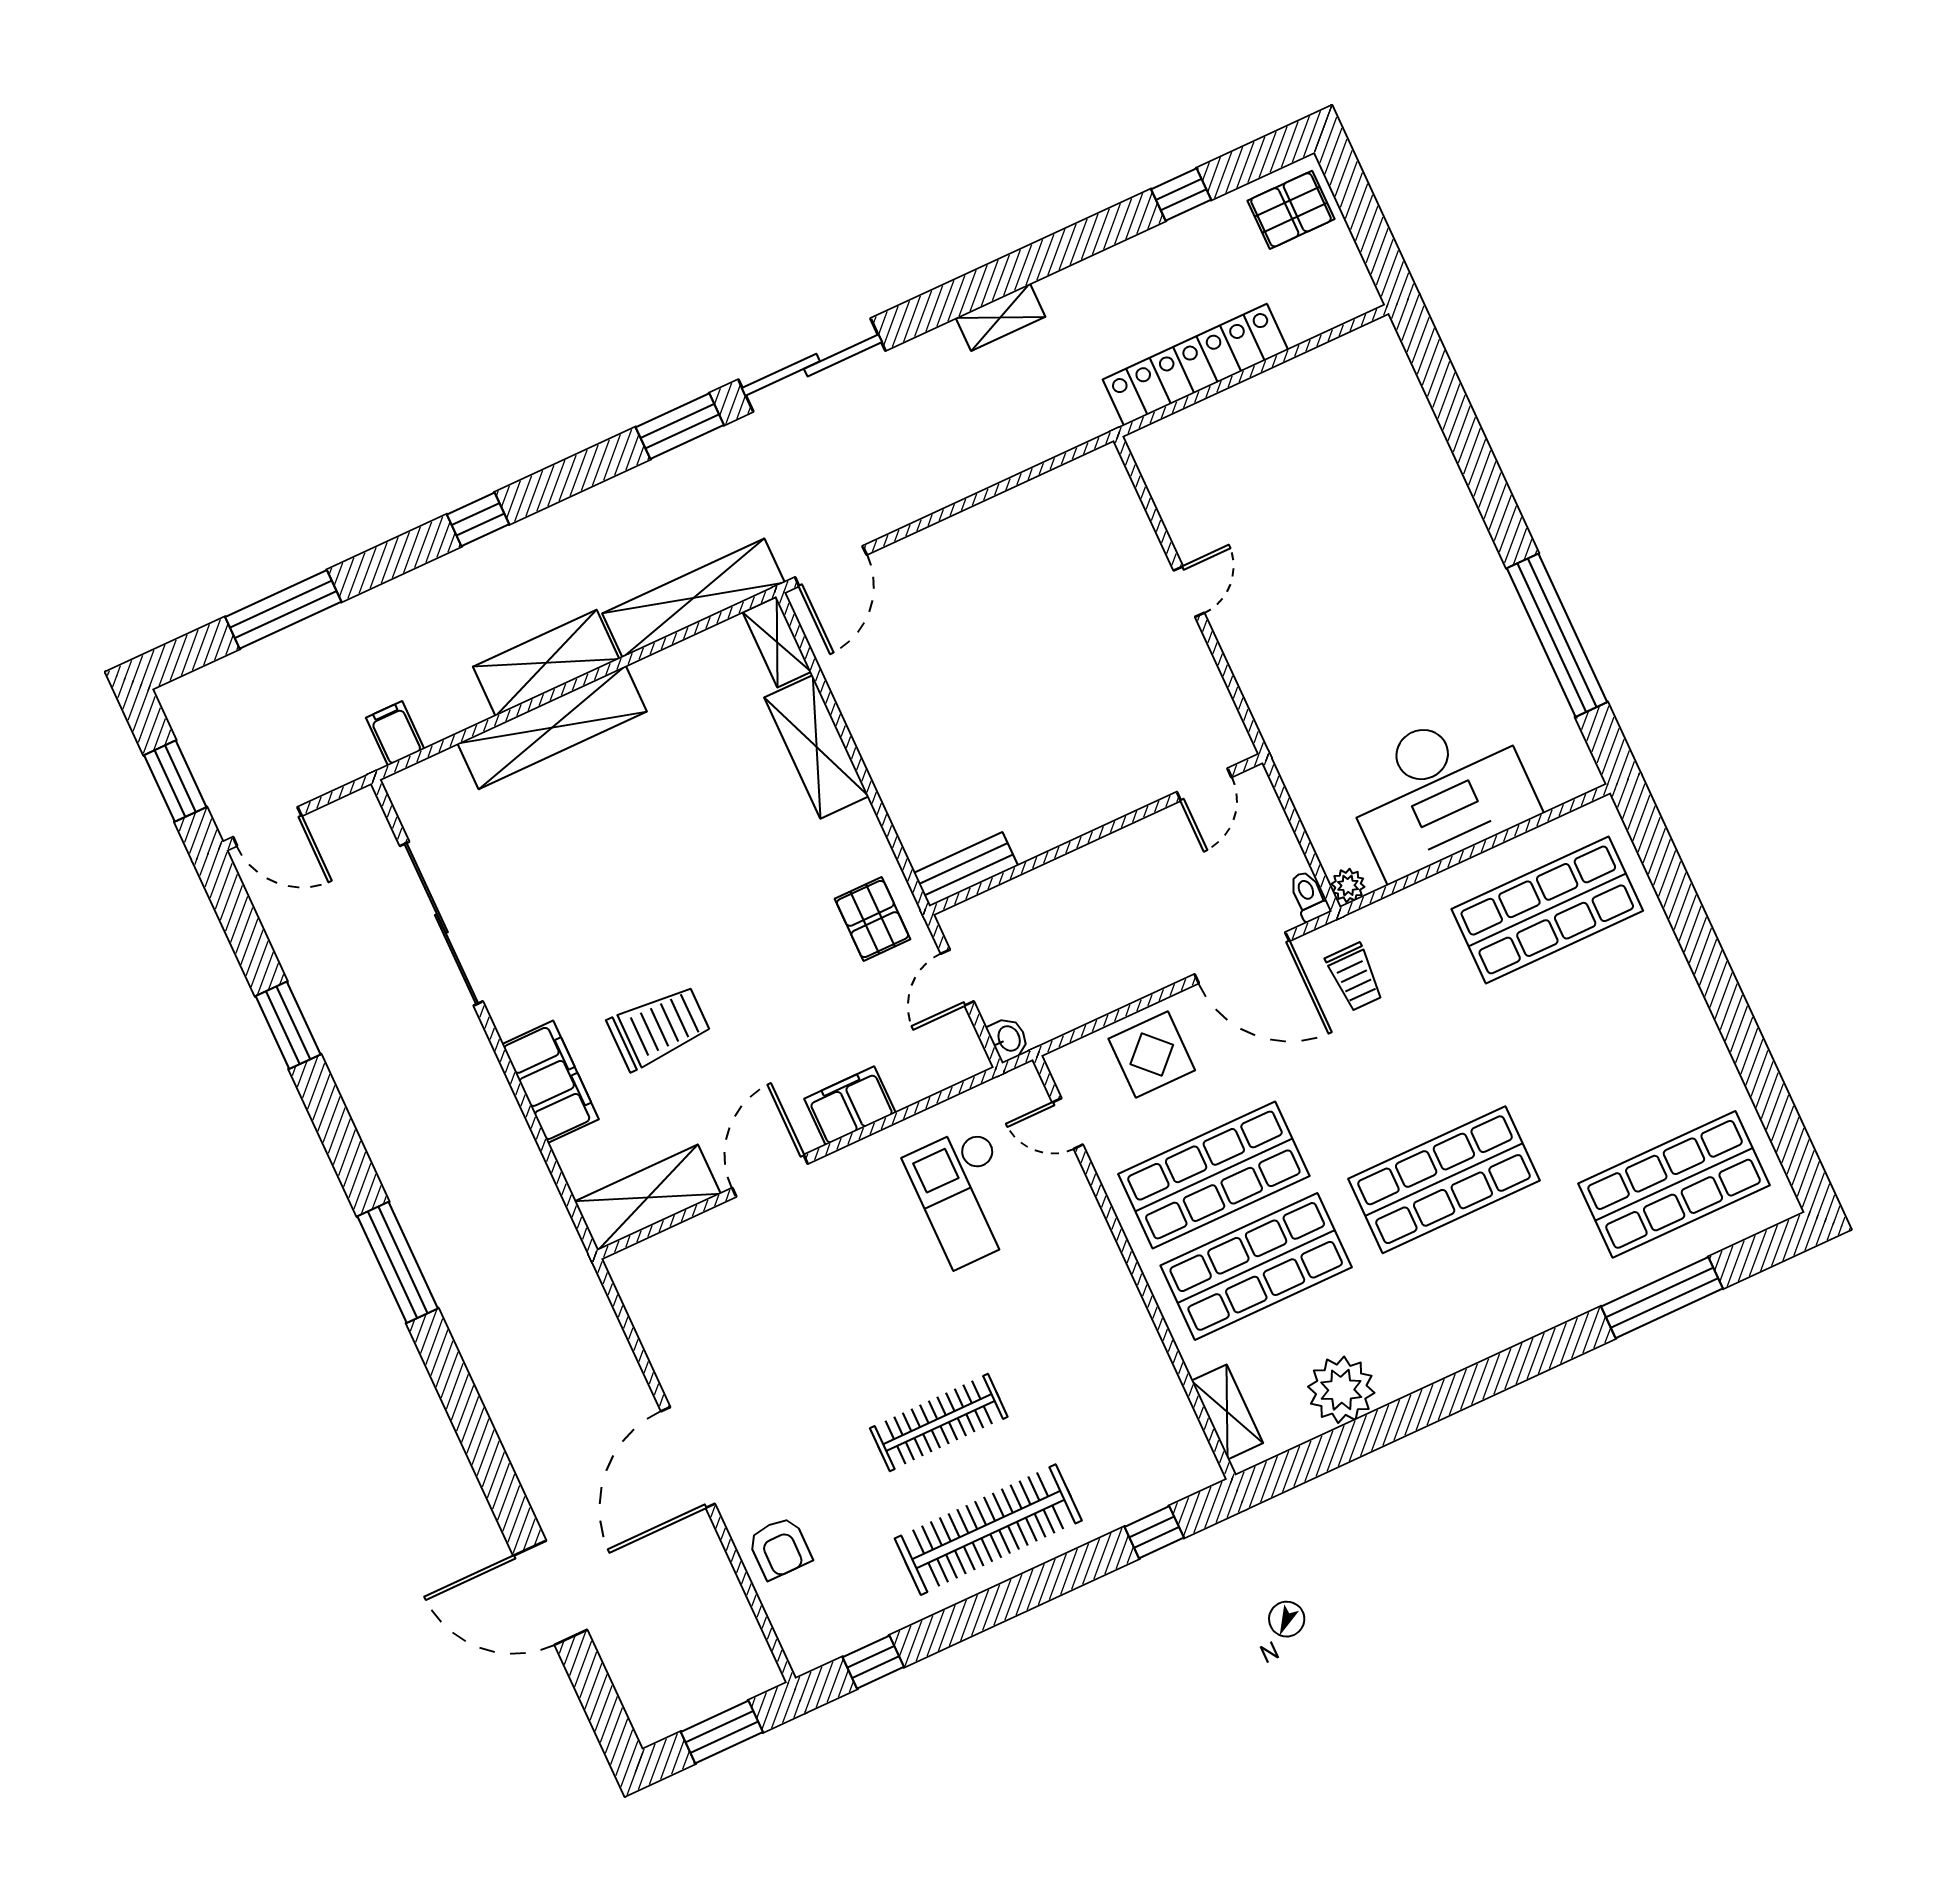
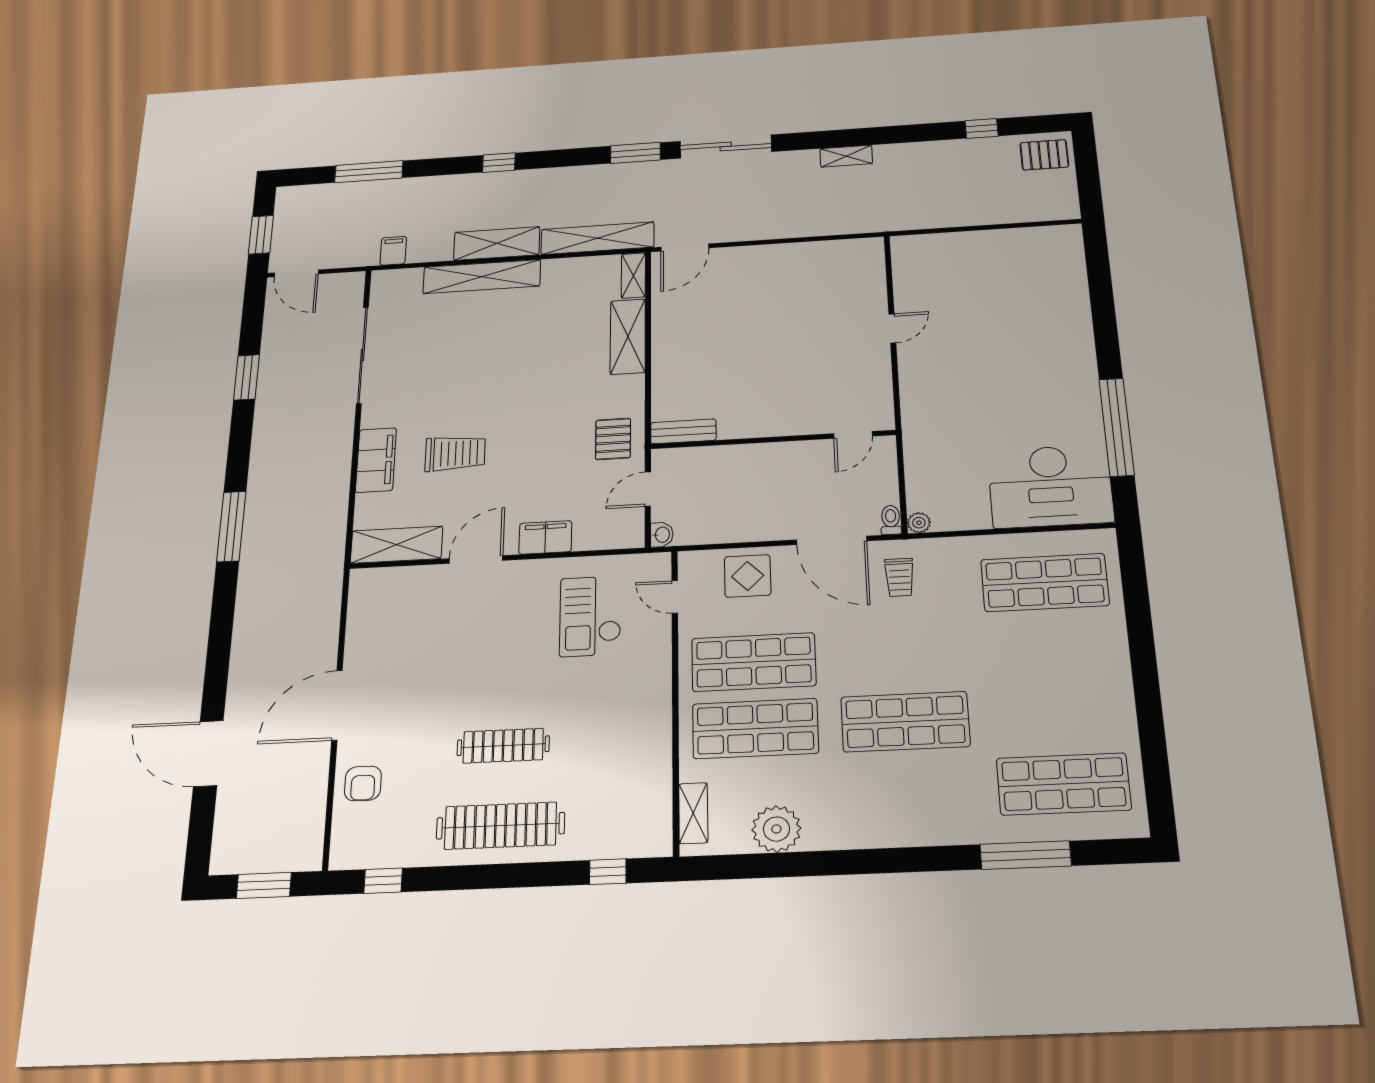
locker: (1195, 365) -> (951, 214), removed
desk: (1439, 791) -> (1050, 486), moved

